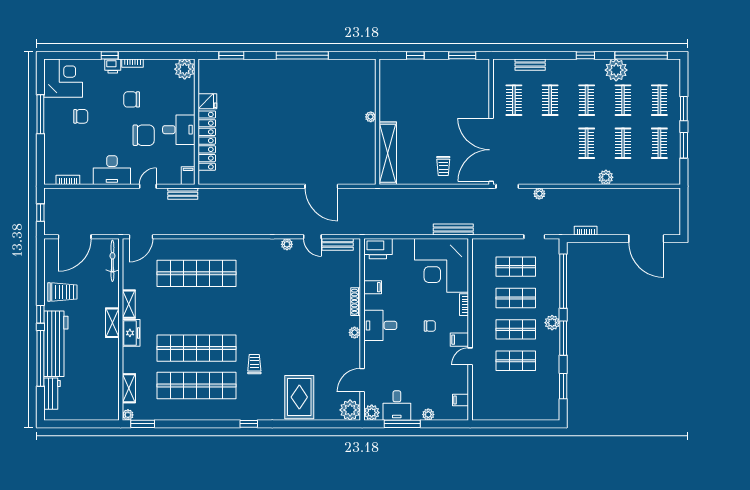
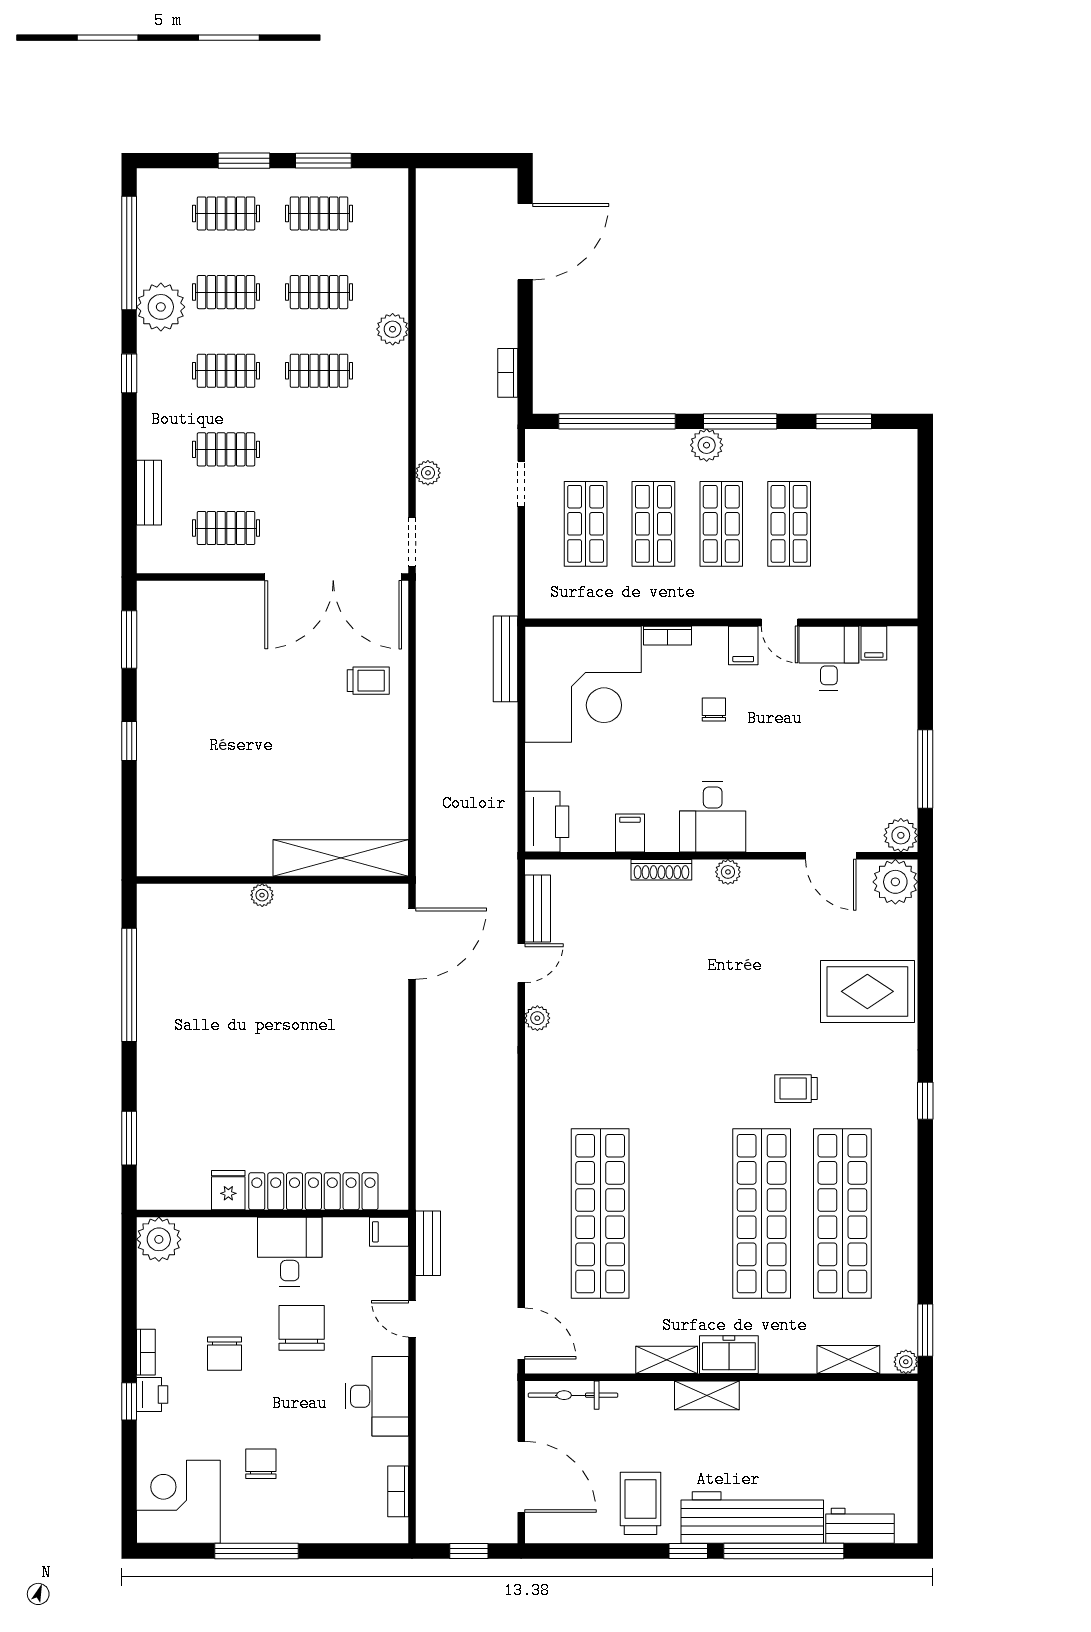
plant: (371, 117) -> (262, 895), moved
wall: (378, 122) -> (273, 880), moved
shelving: (388, 153) -> (341, 858), moved
desk: (397, 406) -> (829, 658), moved, turned -90
plant: (428, 415) -> (905, 713), removed

